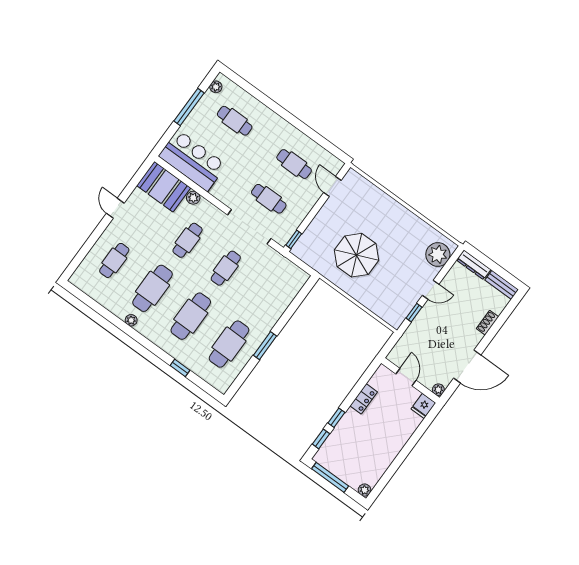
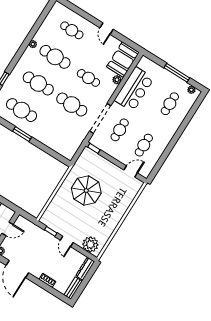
bar counter: (193, 160) -> (134, 89), moved
door: (115, 208) -> (106, 29), swing flipped
cafe table: (226, 268) -> (72, 105), width x1.37, depth x1.35

